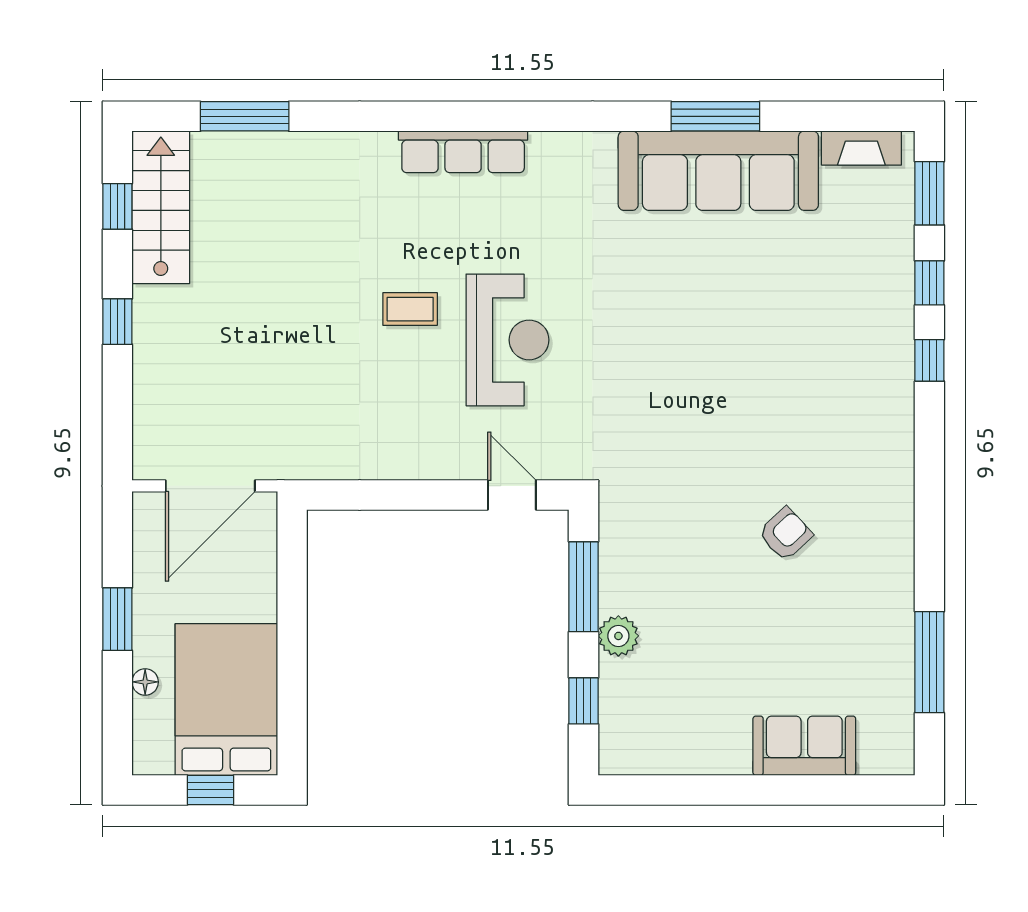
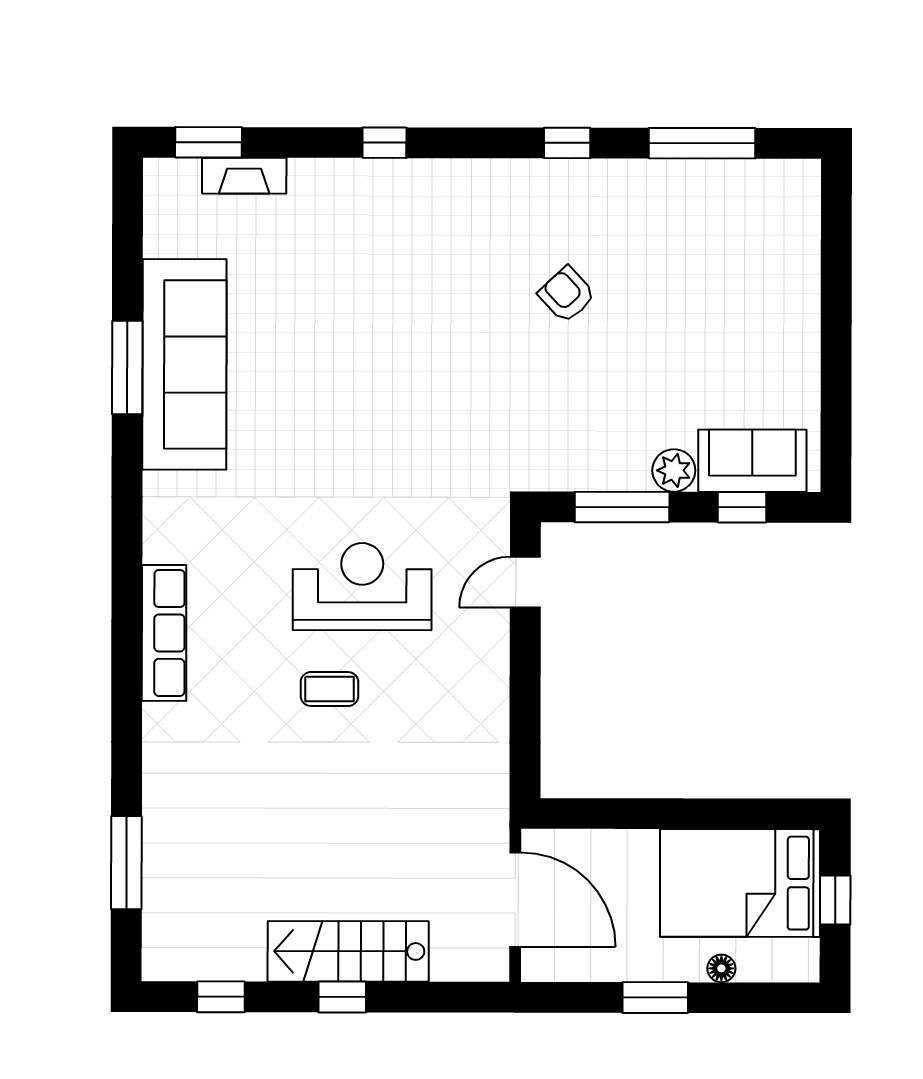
fireplace: (861, 148) -> (244, 176), moved, turned 90
stairs: (161, 207) -> (348, 951), moved
window: (929, 283) -> (567, 143), moved
coffee table: (410, 309) -> (329, 689), turned 90
sofa: (804, 746) -> (752, 461), moved, turned 90

